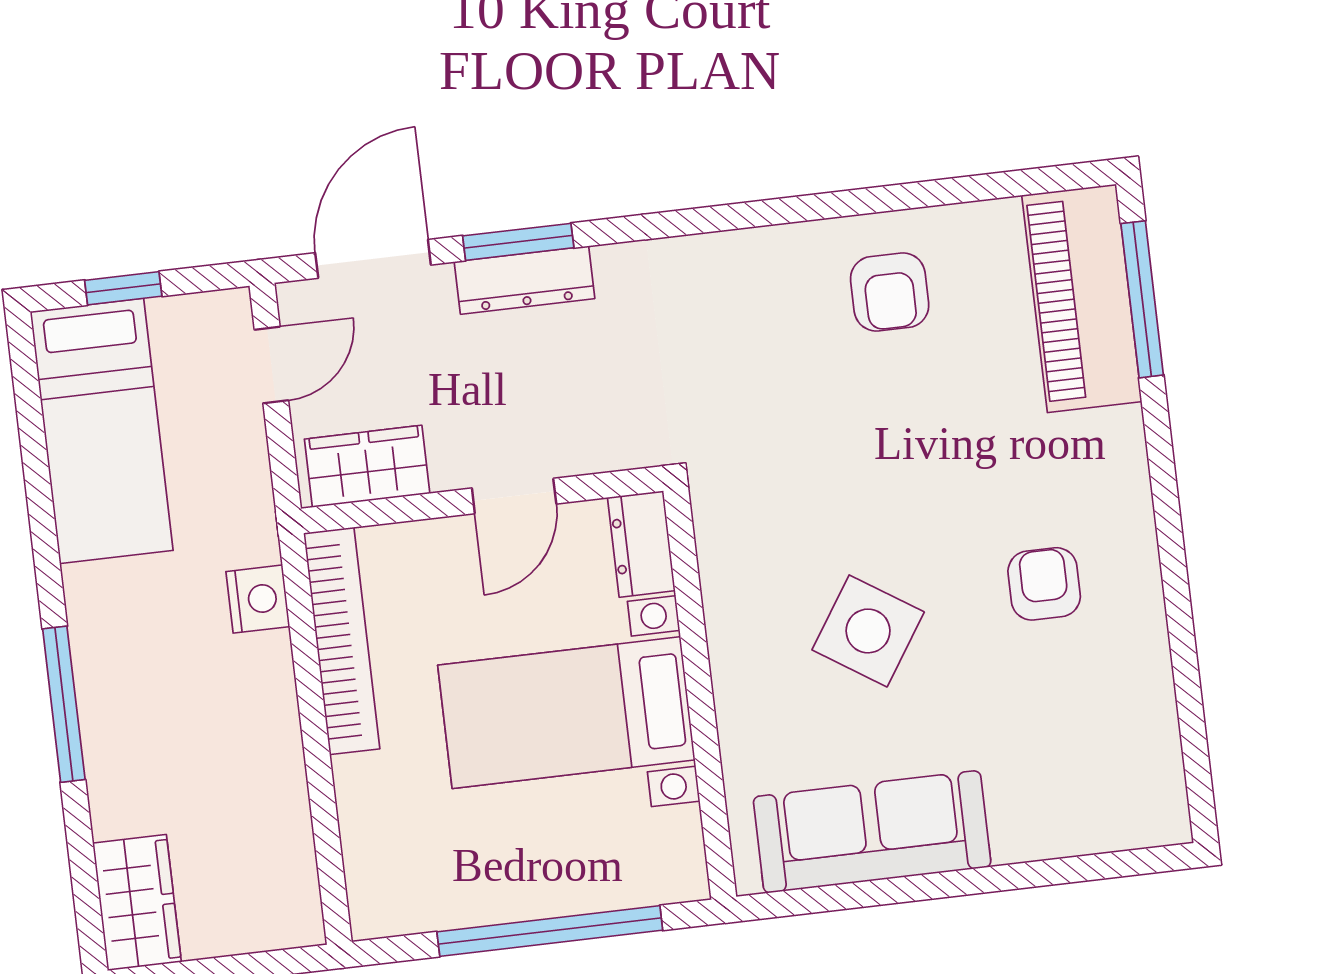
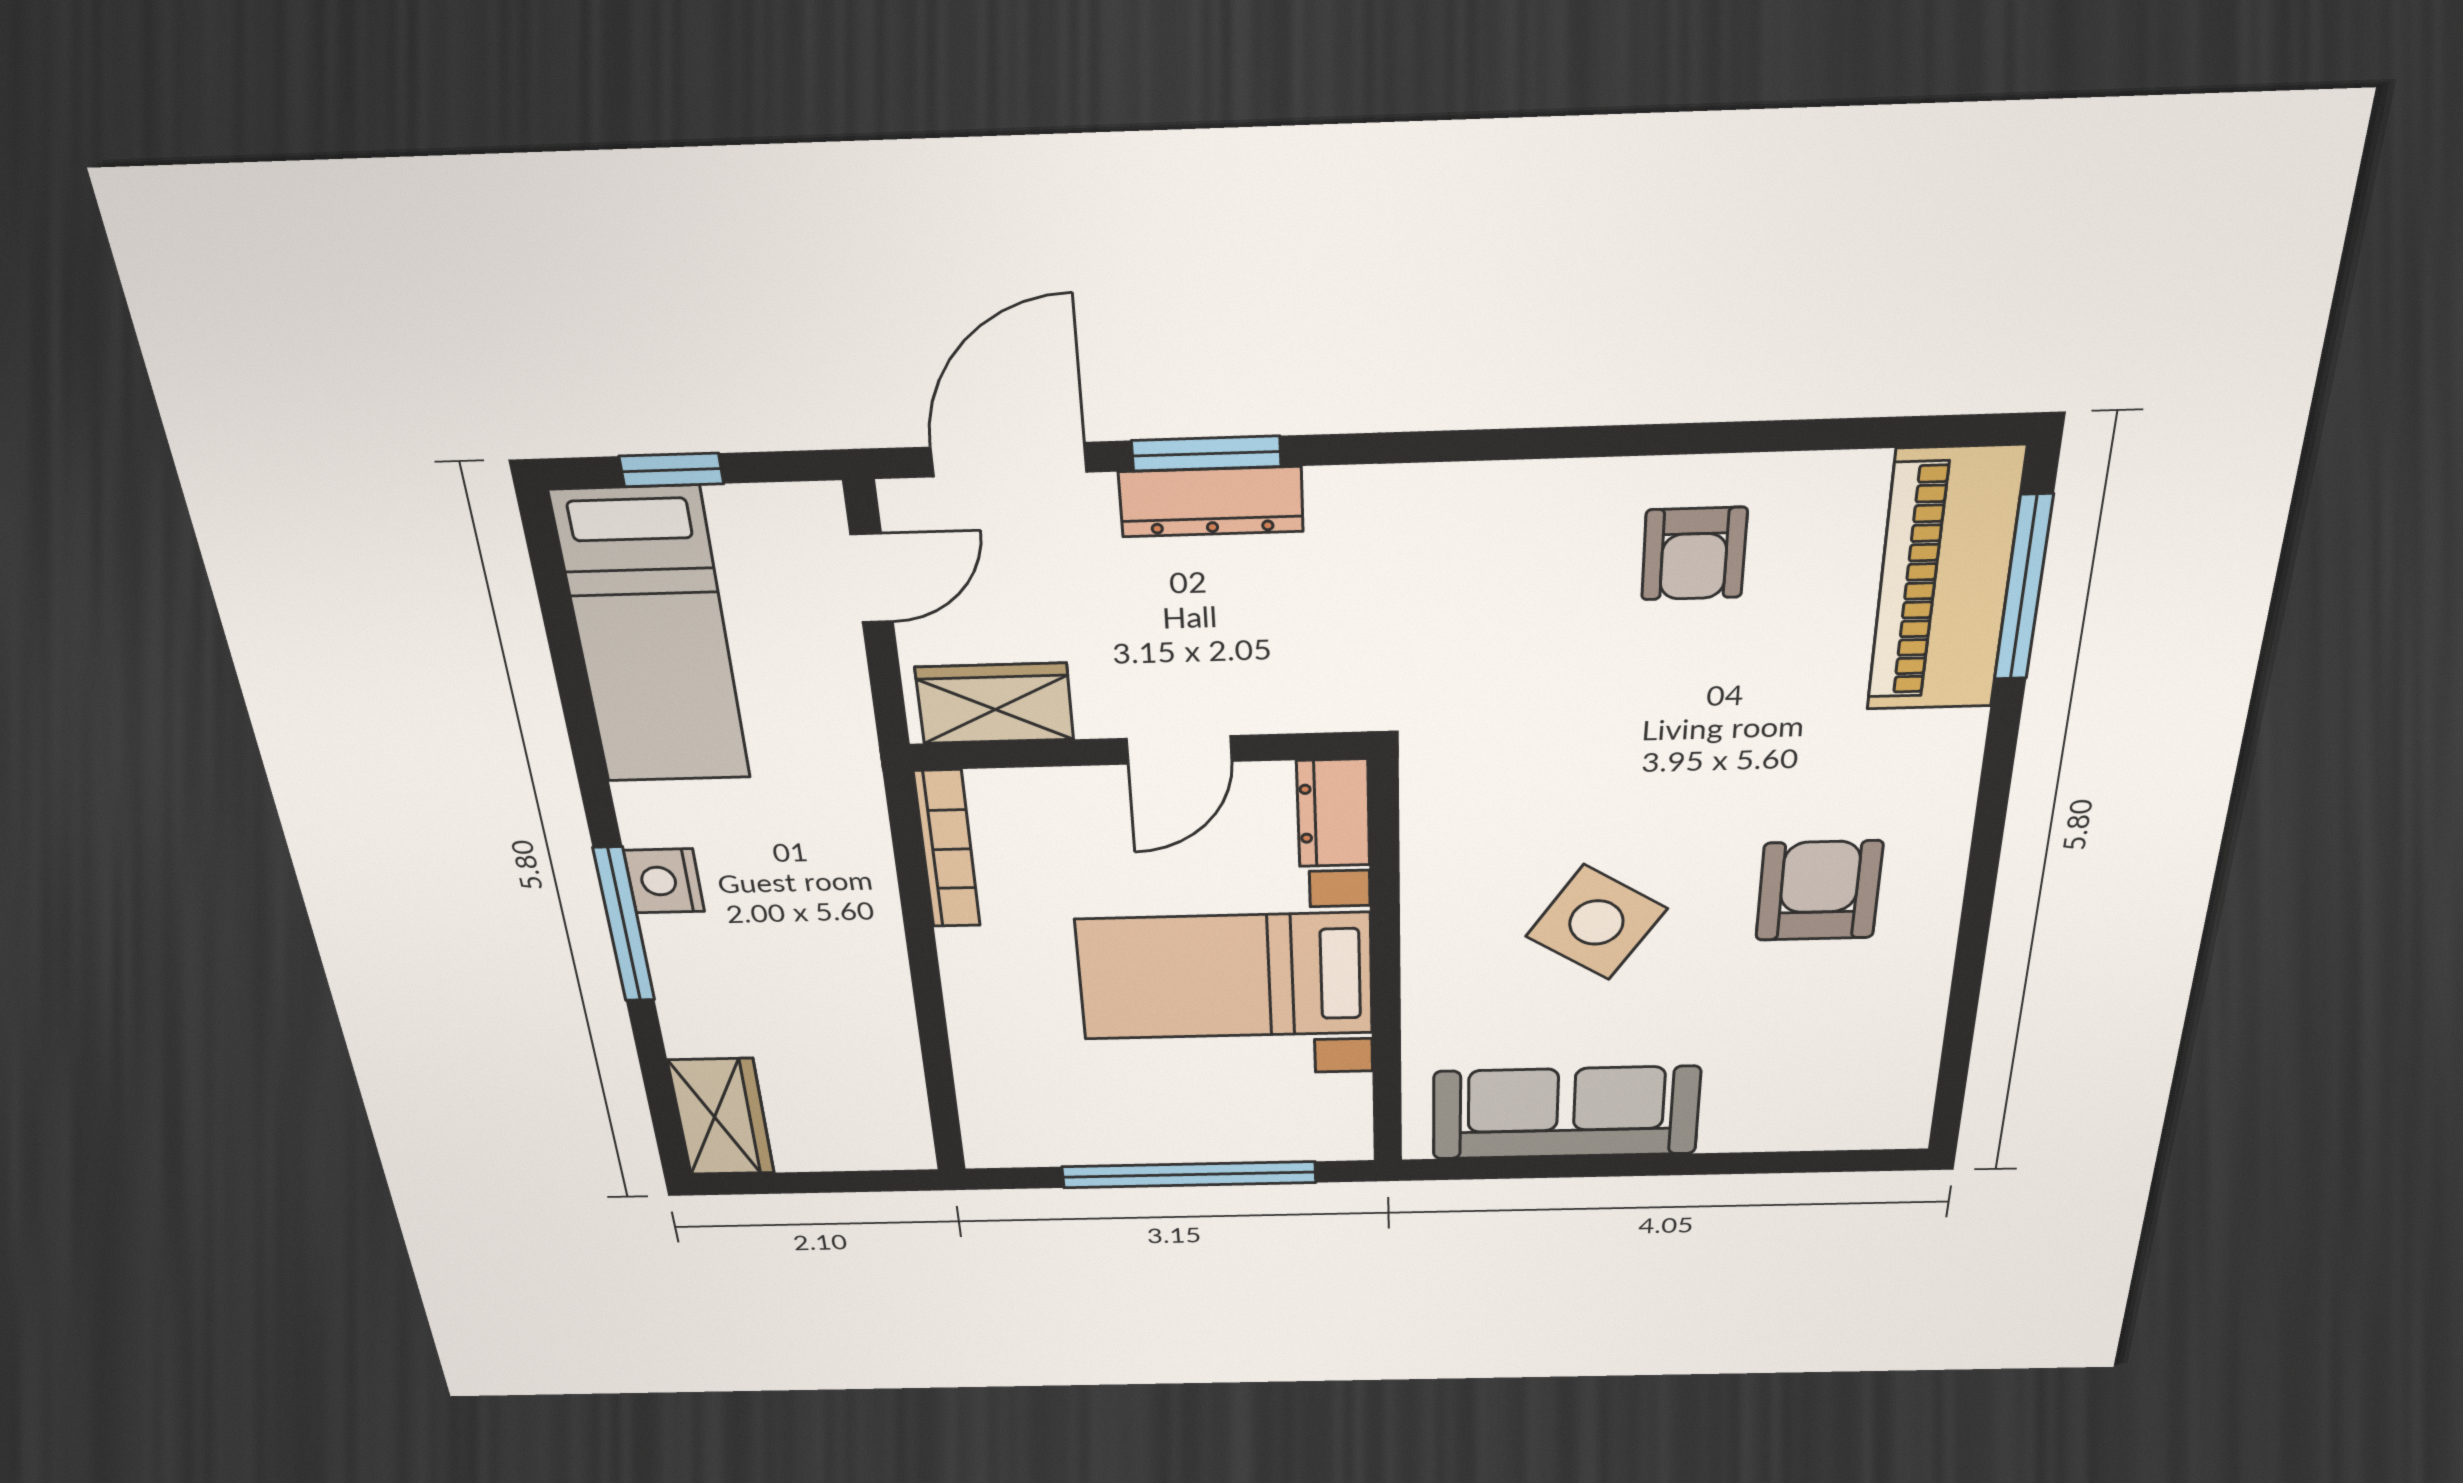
armchair: (1044, 584) -> (1819, 891), width x1.38, depth x1.38
nightstand: (258, 599) -> (664, 881), moved, turned 180
bookcase: (342, 641) -> (947, 849), width x0.68, depth x0.76

